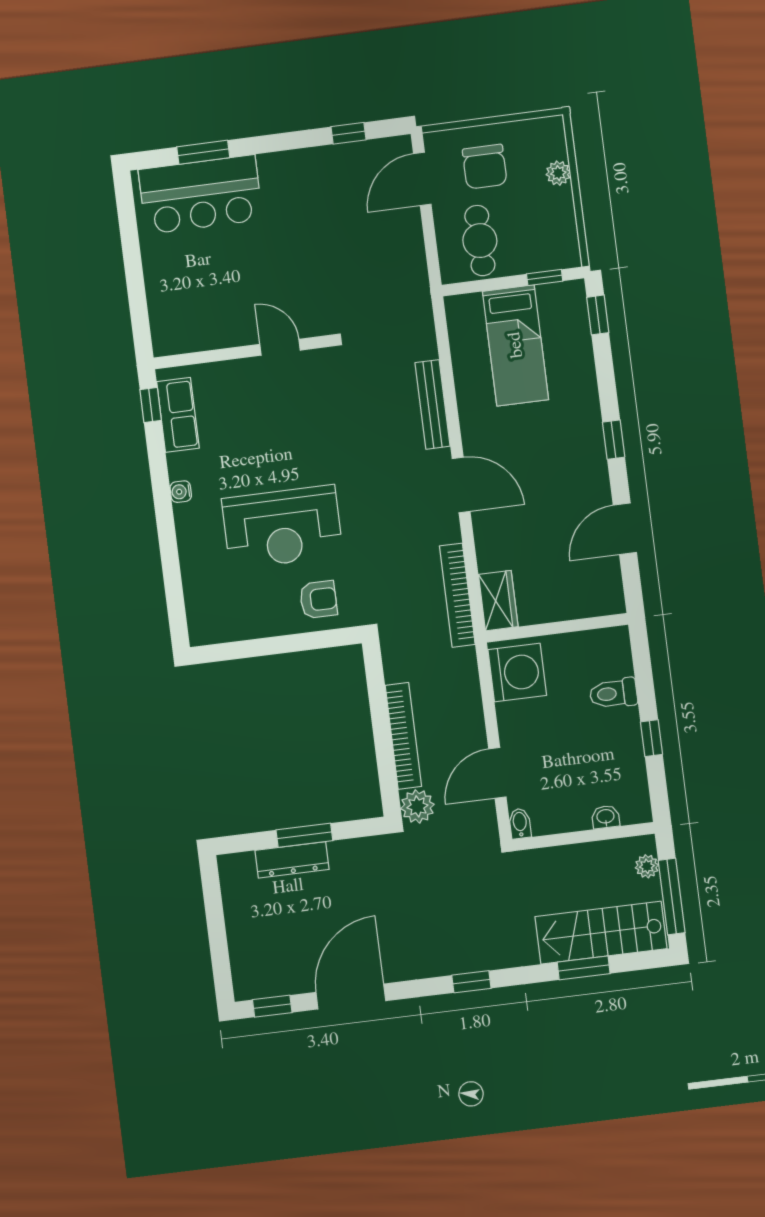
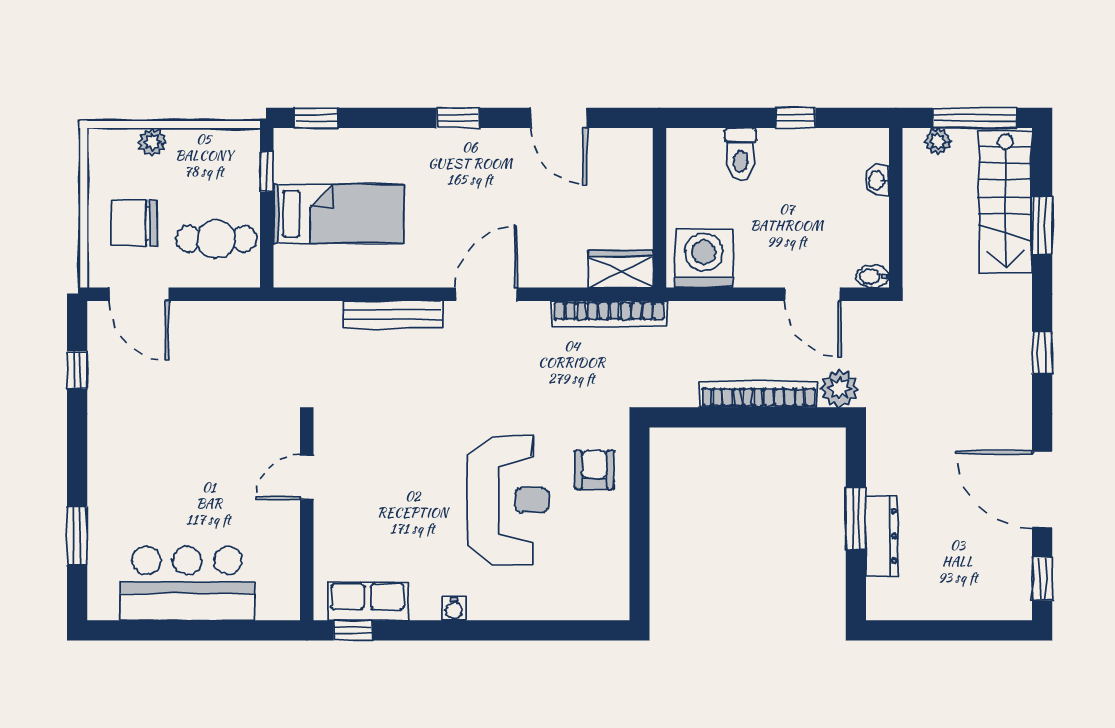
chair: (485, 167) -> (134, 223), turned 180
bar counter: (200, 195) -> (187, 583), moved, turned -90

